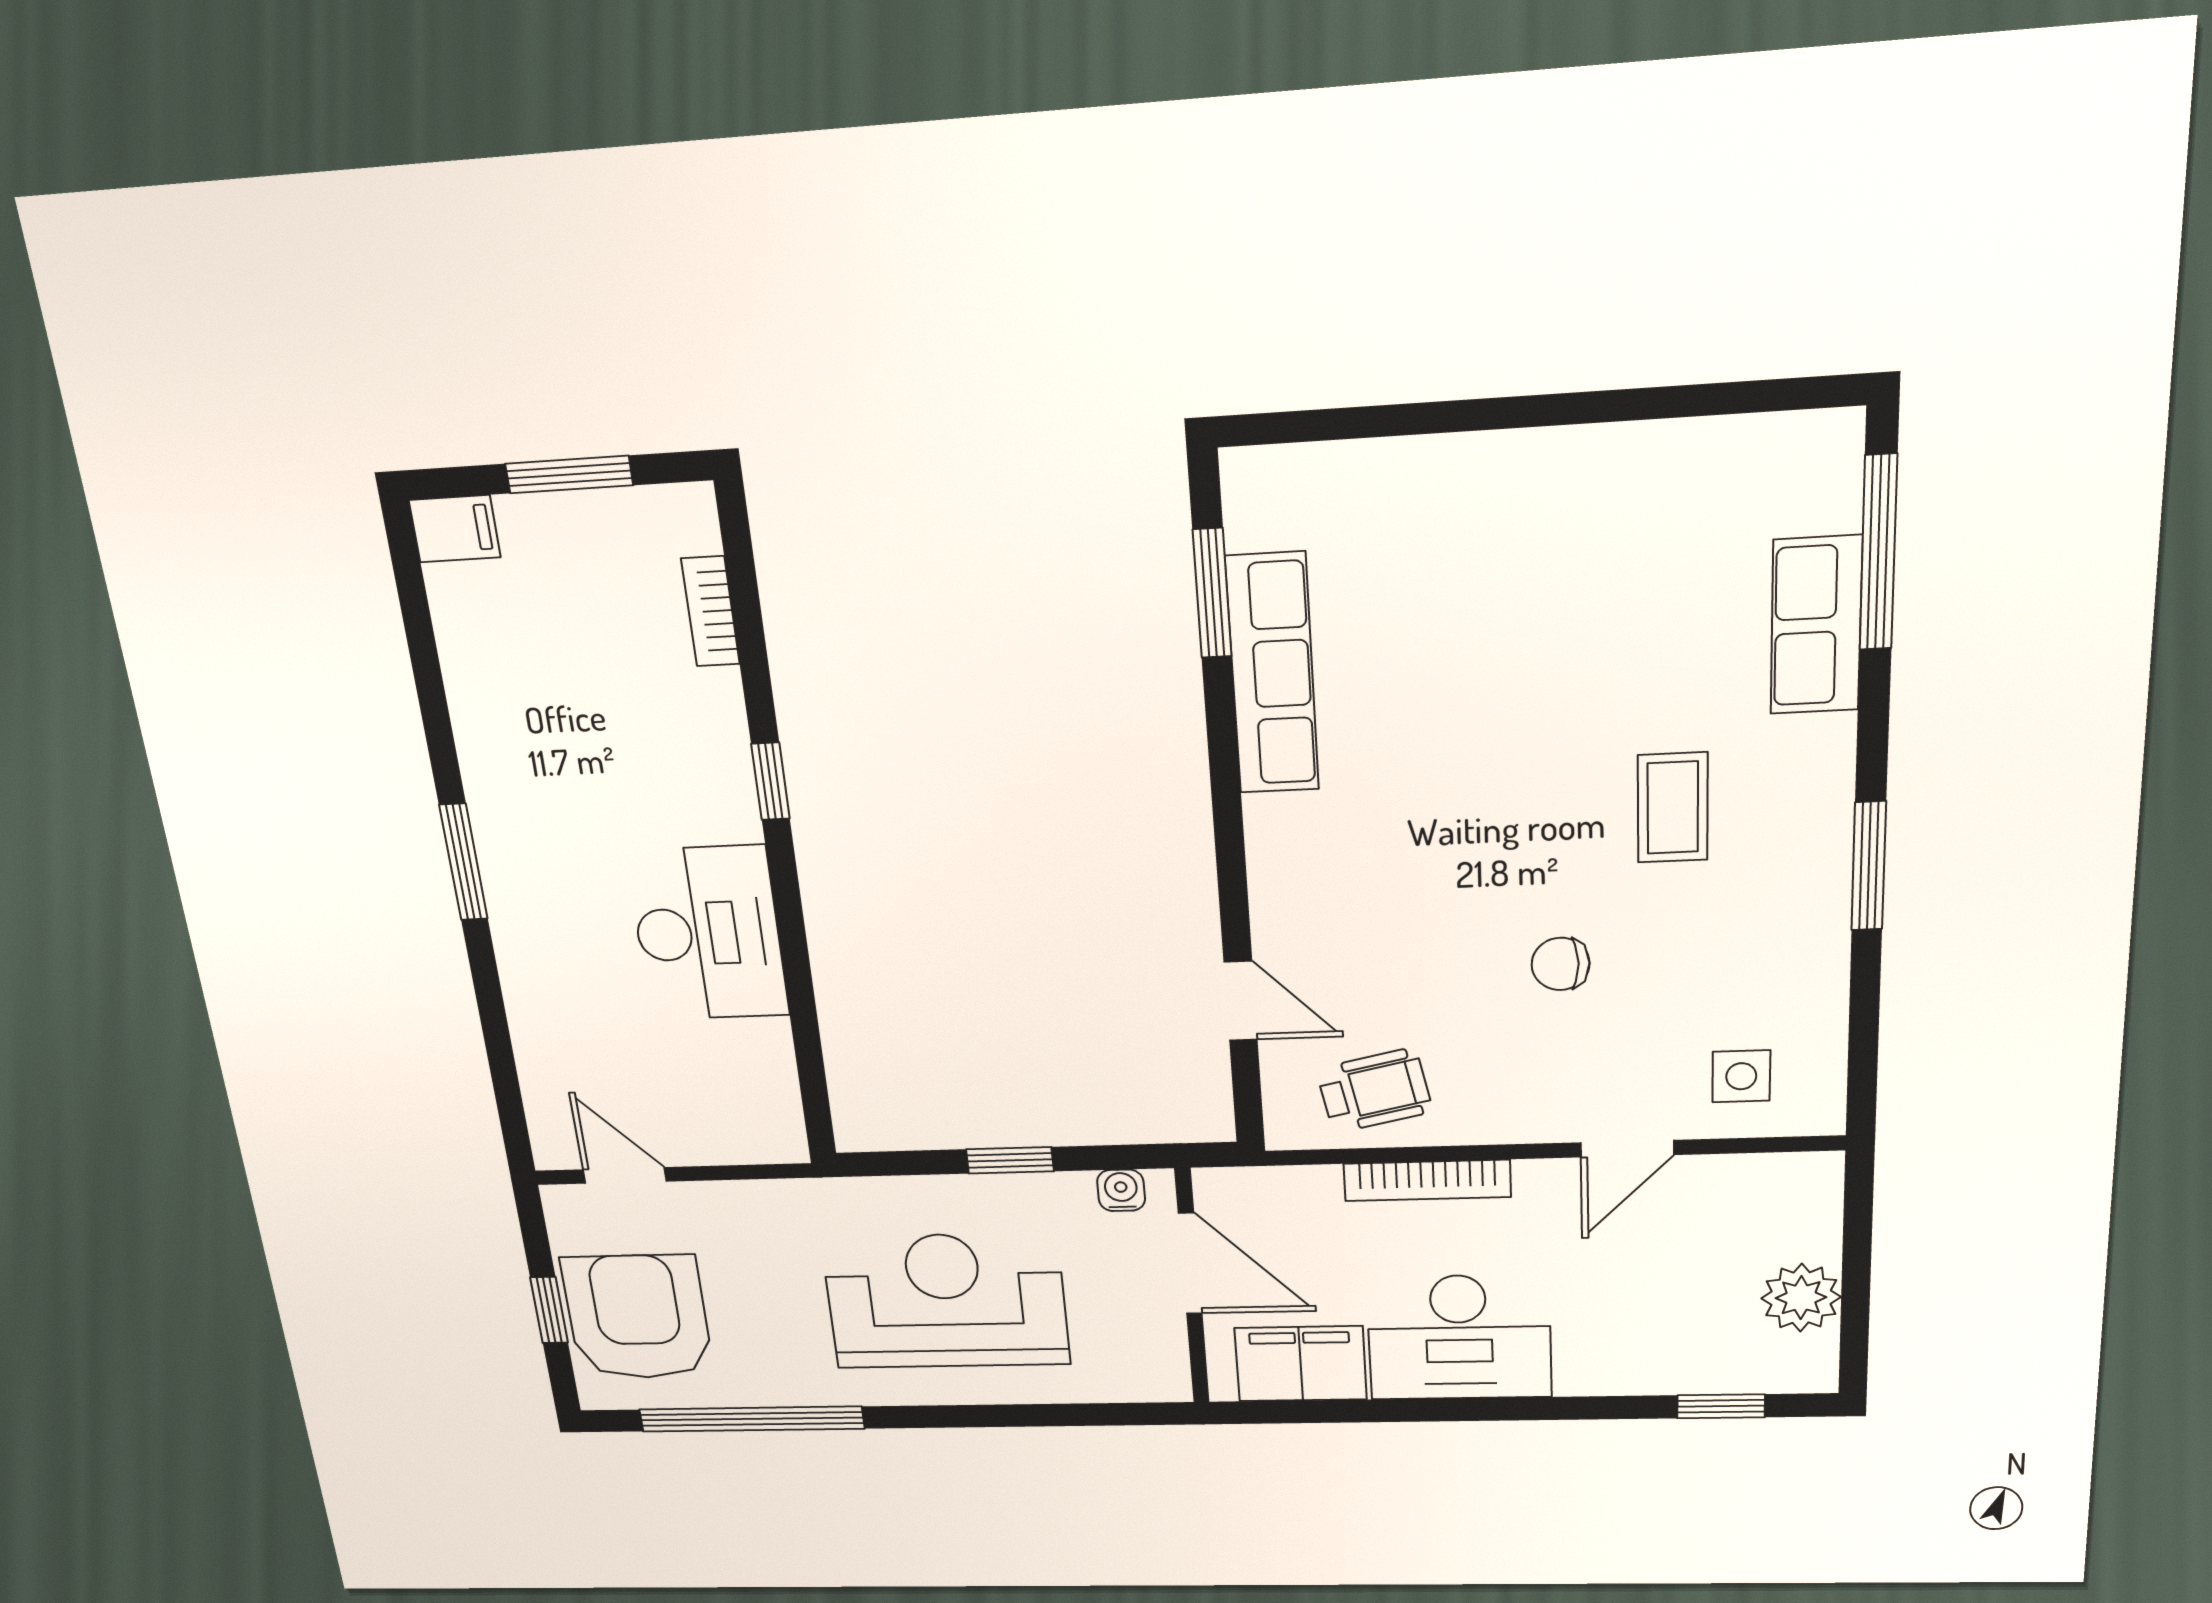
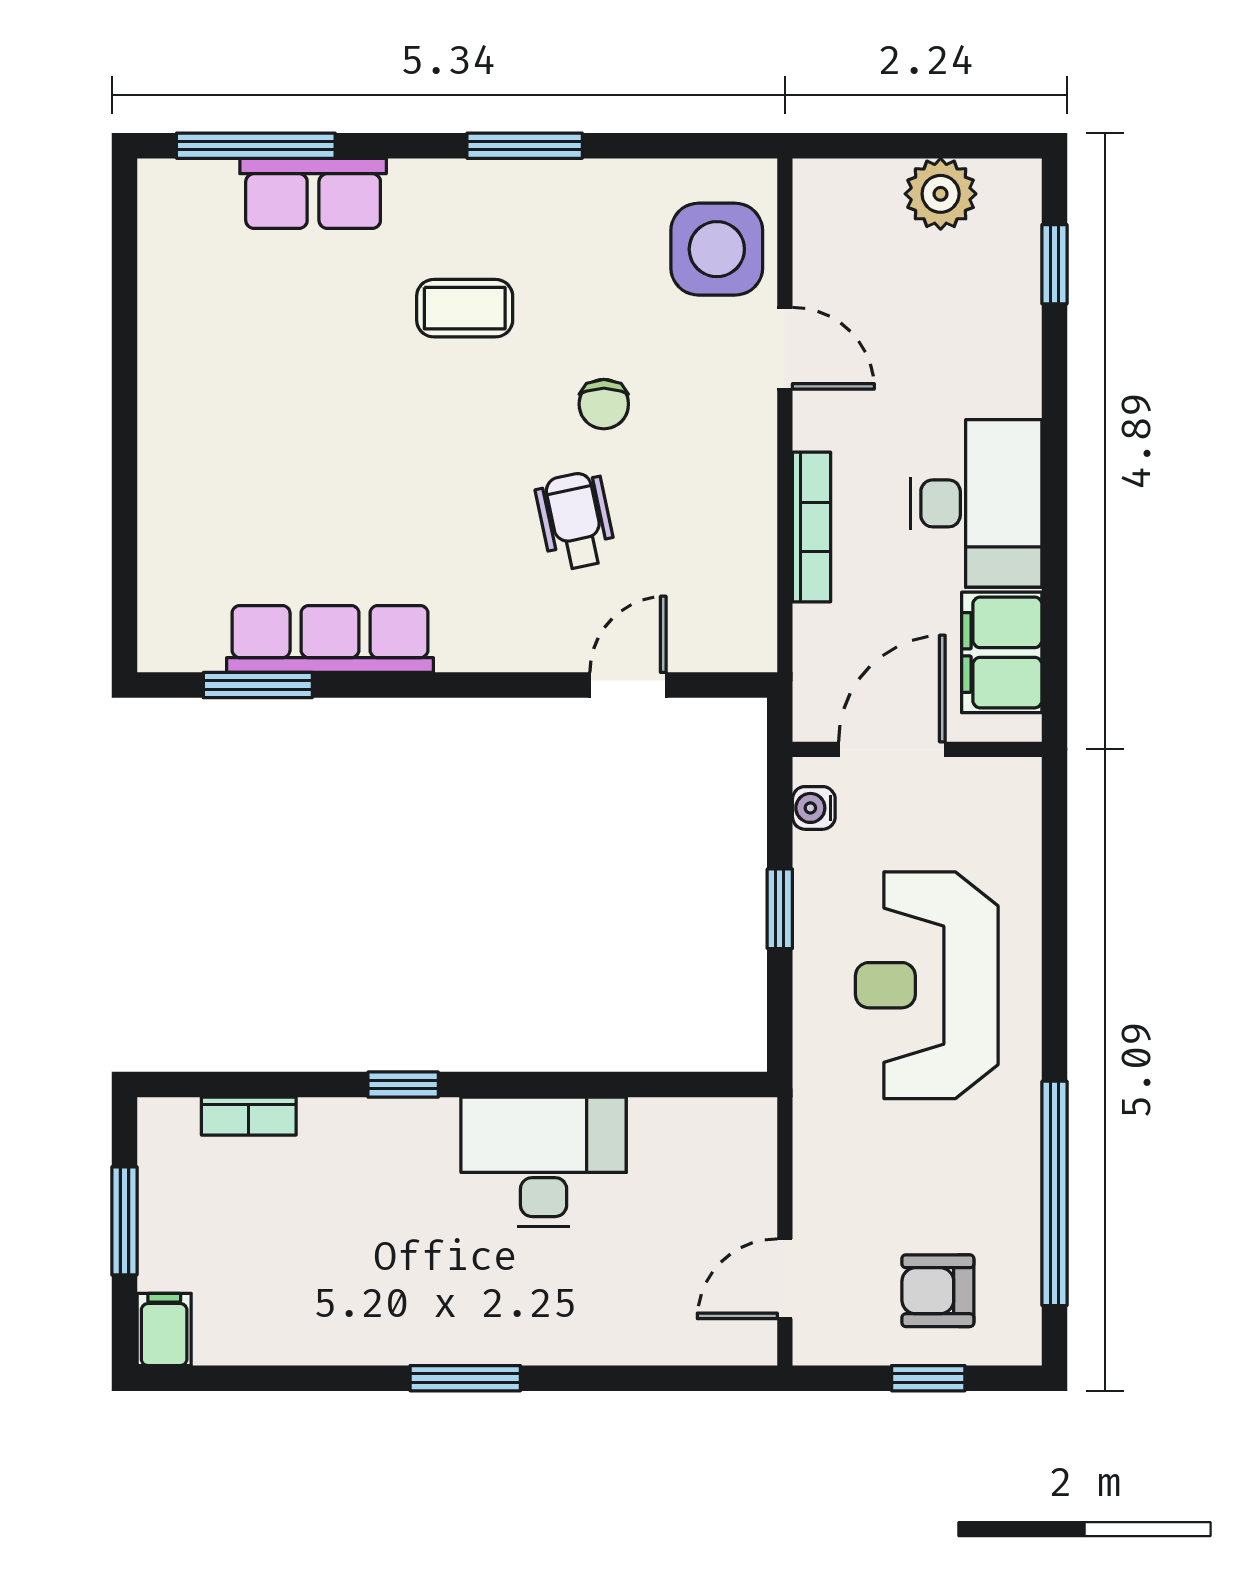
side table: (1741, 1076) -> (717, 249), width x1.87, depth x1.87
wheelchair: (1374, 1091) -> (576, 521), moved
armchair: (637, 1317) -> (938, 1291), width x0.53, depth x0.53

